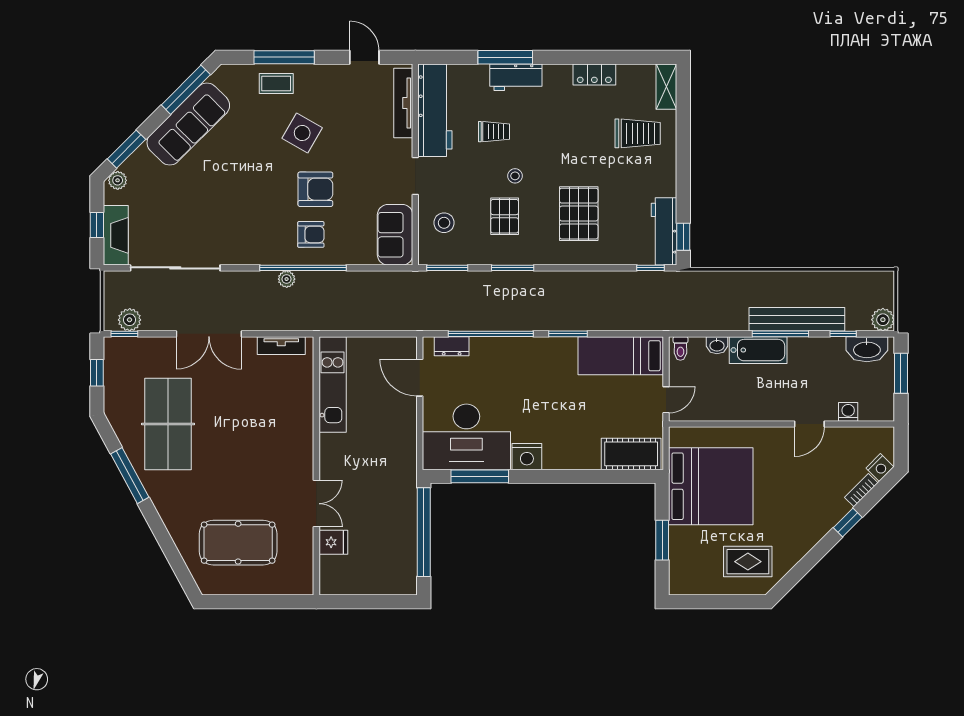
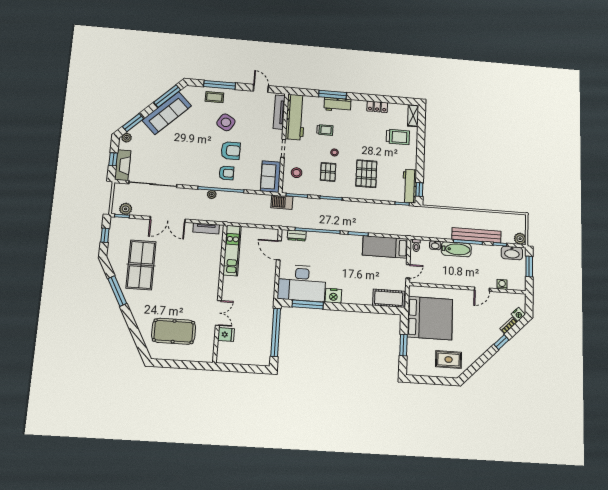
barbecue: (420, 284) -> (282, 202), added

